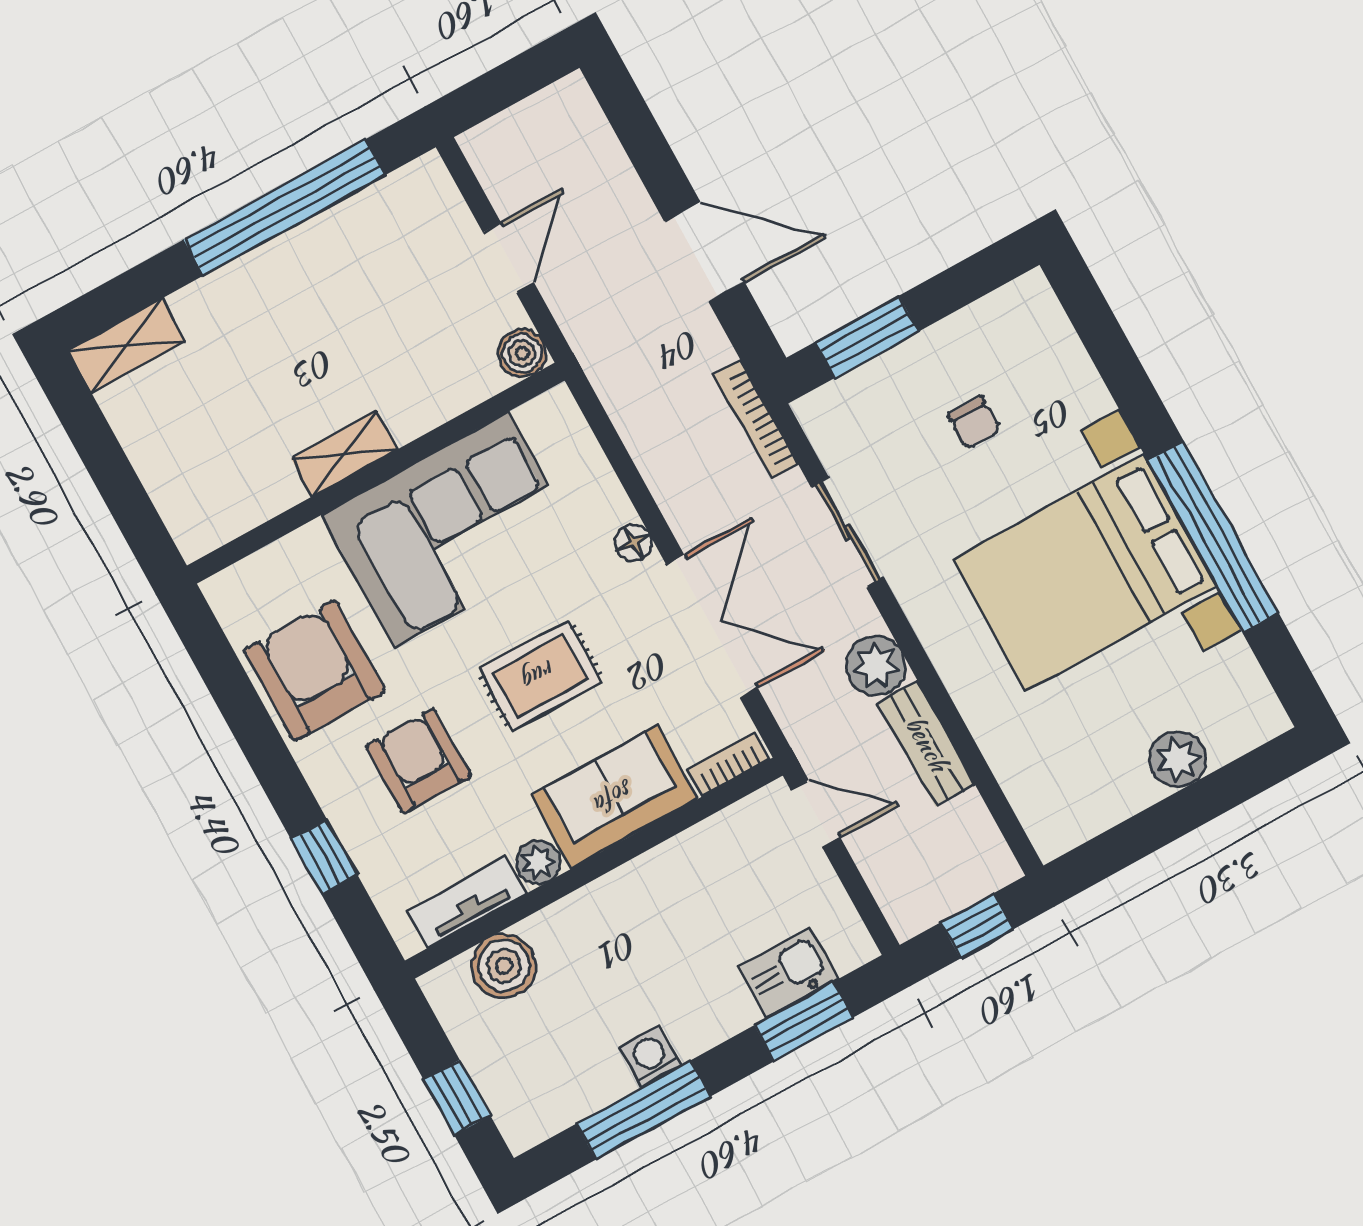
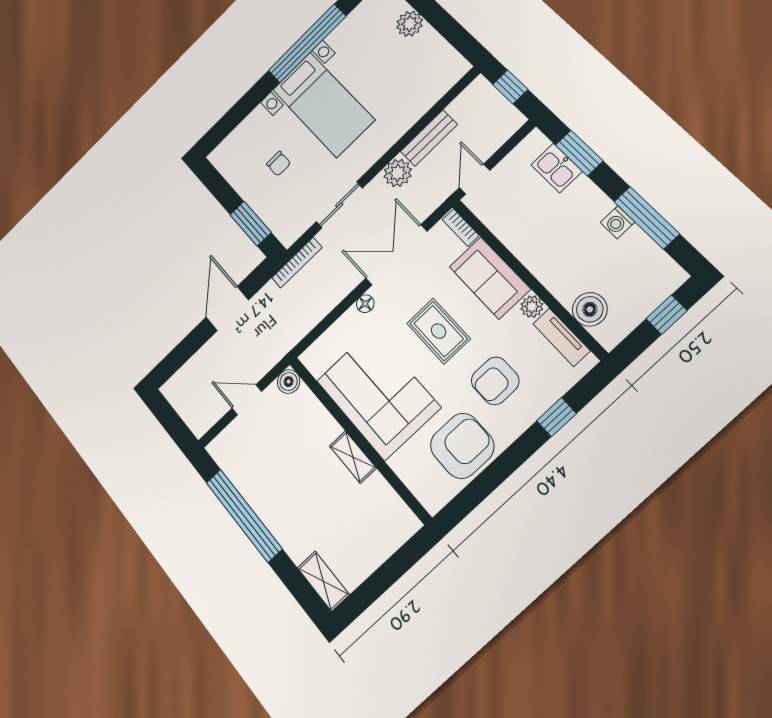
chair: (974, 423) -> (279, 164), turned 90
bed with nightstands: (1085, 573) -> (323, 105), width x0.73
armchair: (314, 671) -> (462, 446), turned 180

